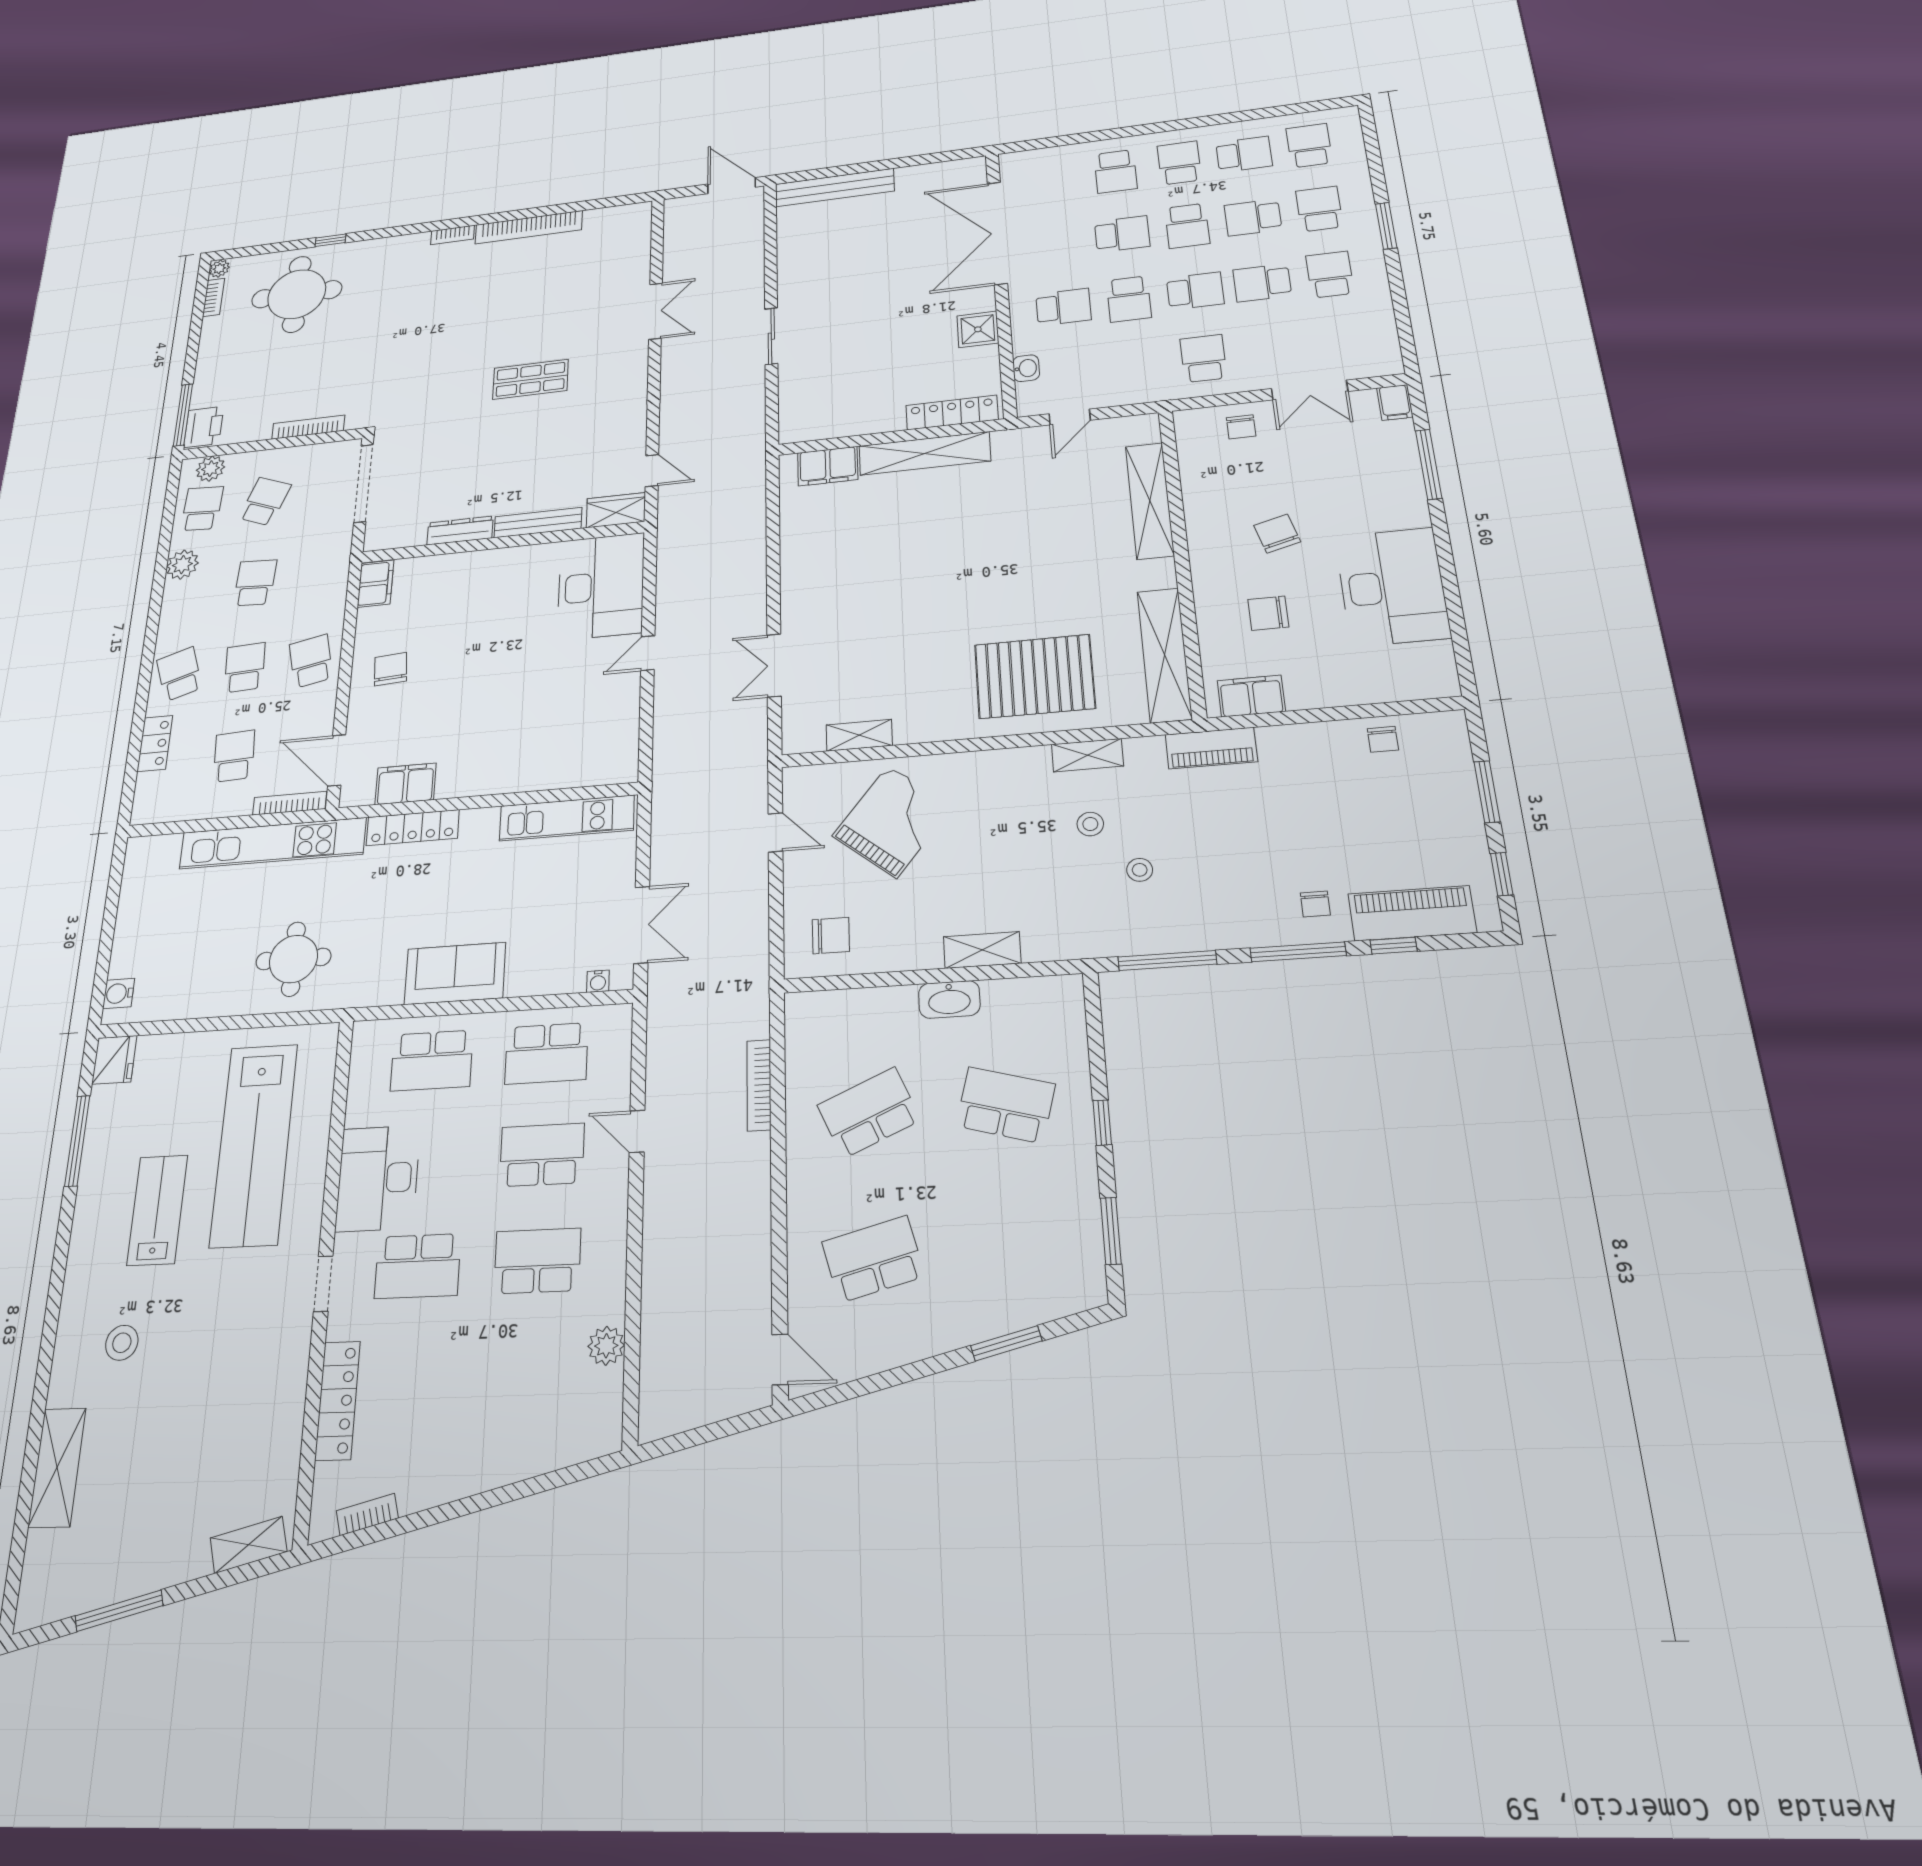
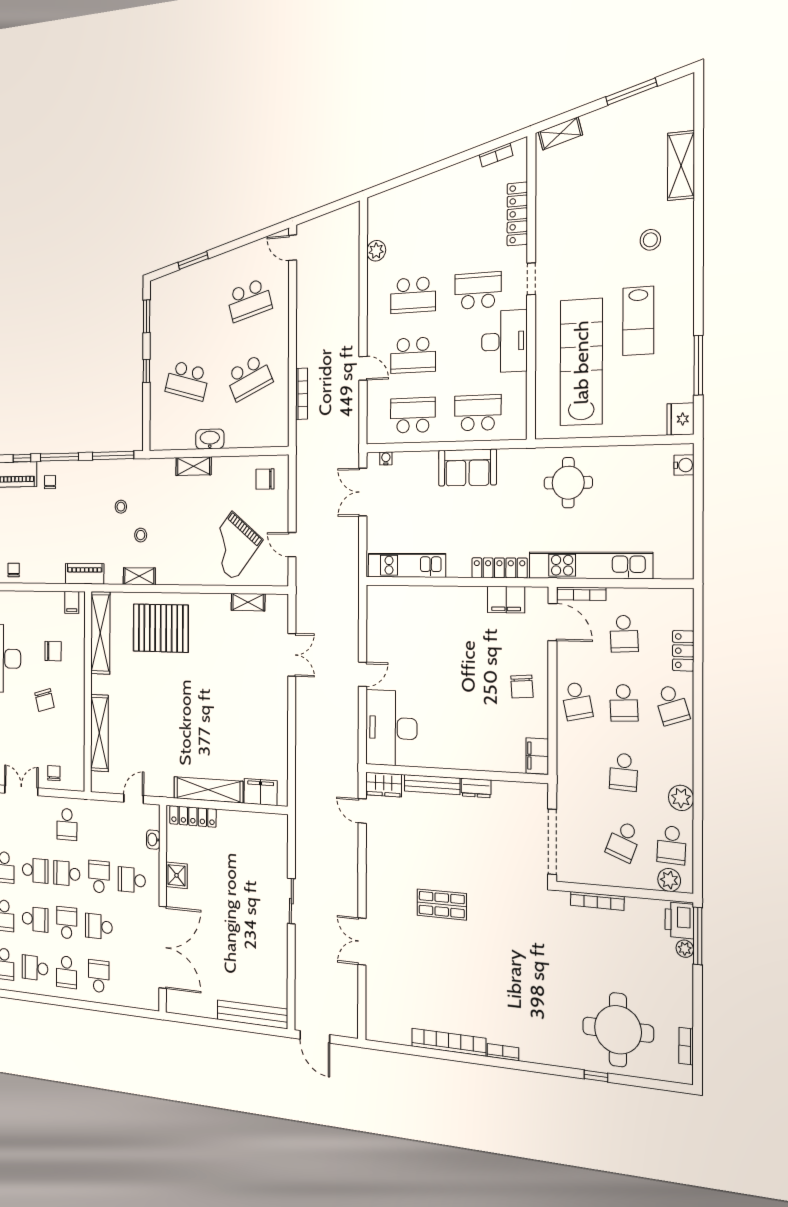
plant: (219, 269) -> (685, 949), moved
dresser: (460, 531) -> (476, 788), width x0.70
filing cabinet: (1251, 696) -> (72, 602), width x0.50

